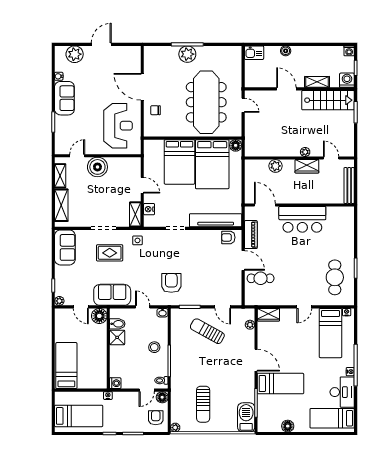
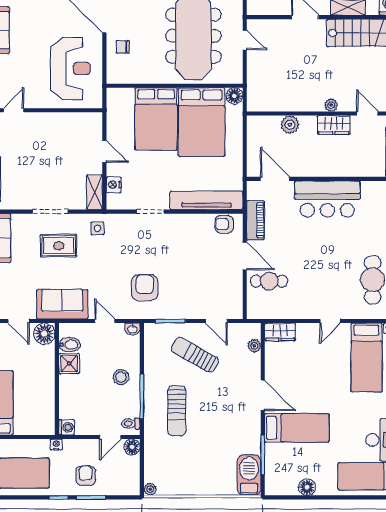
boiler: (97, 167) -> (42, 126), removed
sun lounger: (203, 404) -> (177, 411), moved
armchair: (156, 418) -> (86, 476), moved

